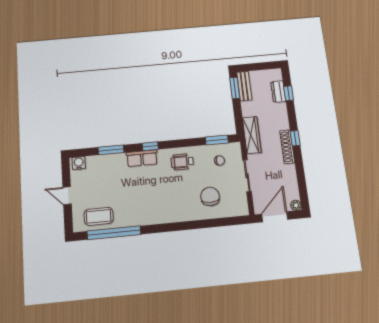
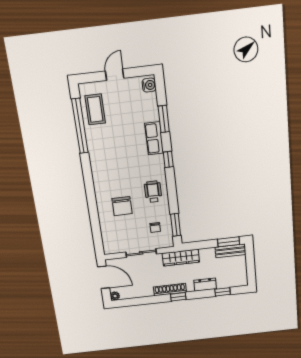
dresser: (278, 92) -> (205, 285), moved
row of seats: (142, 158) -> (154, 138), moved
chair: (210, 196) -> (122, 206), moved, turned 90

